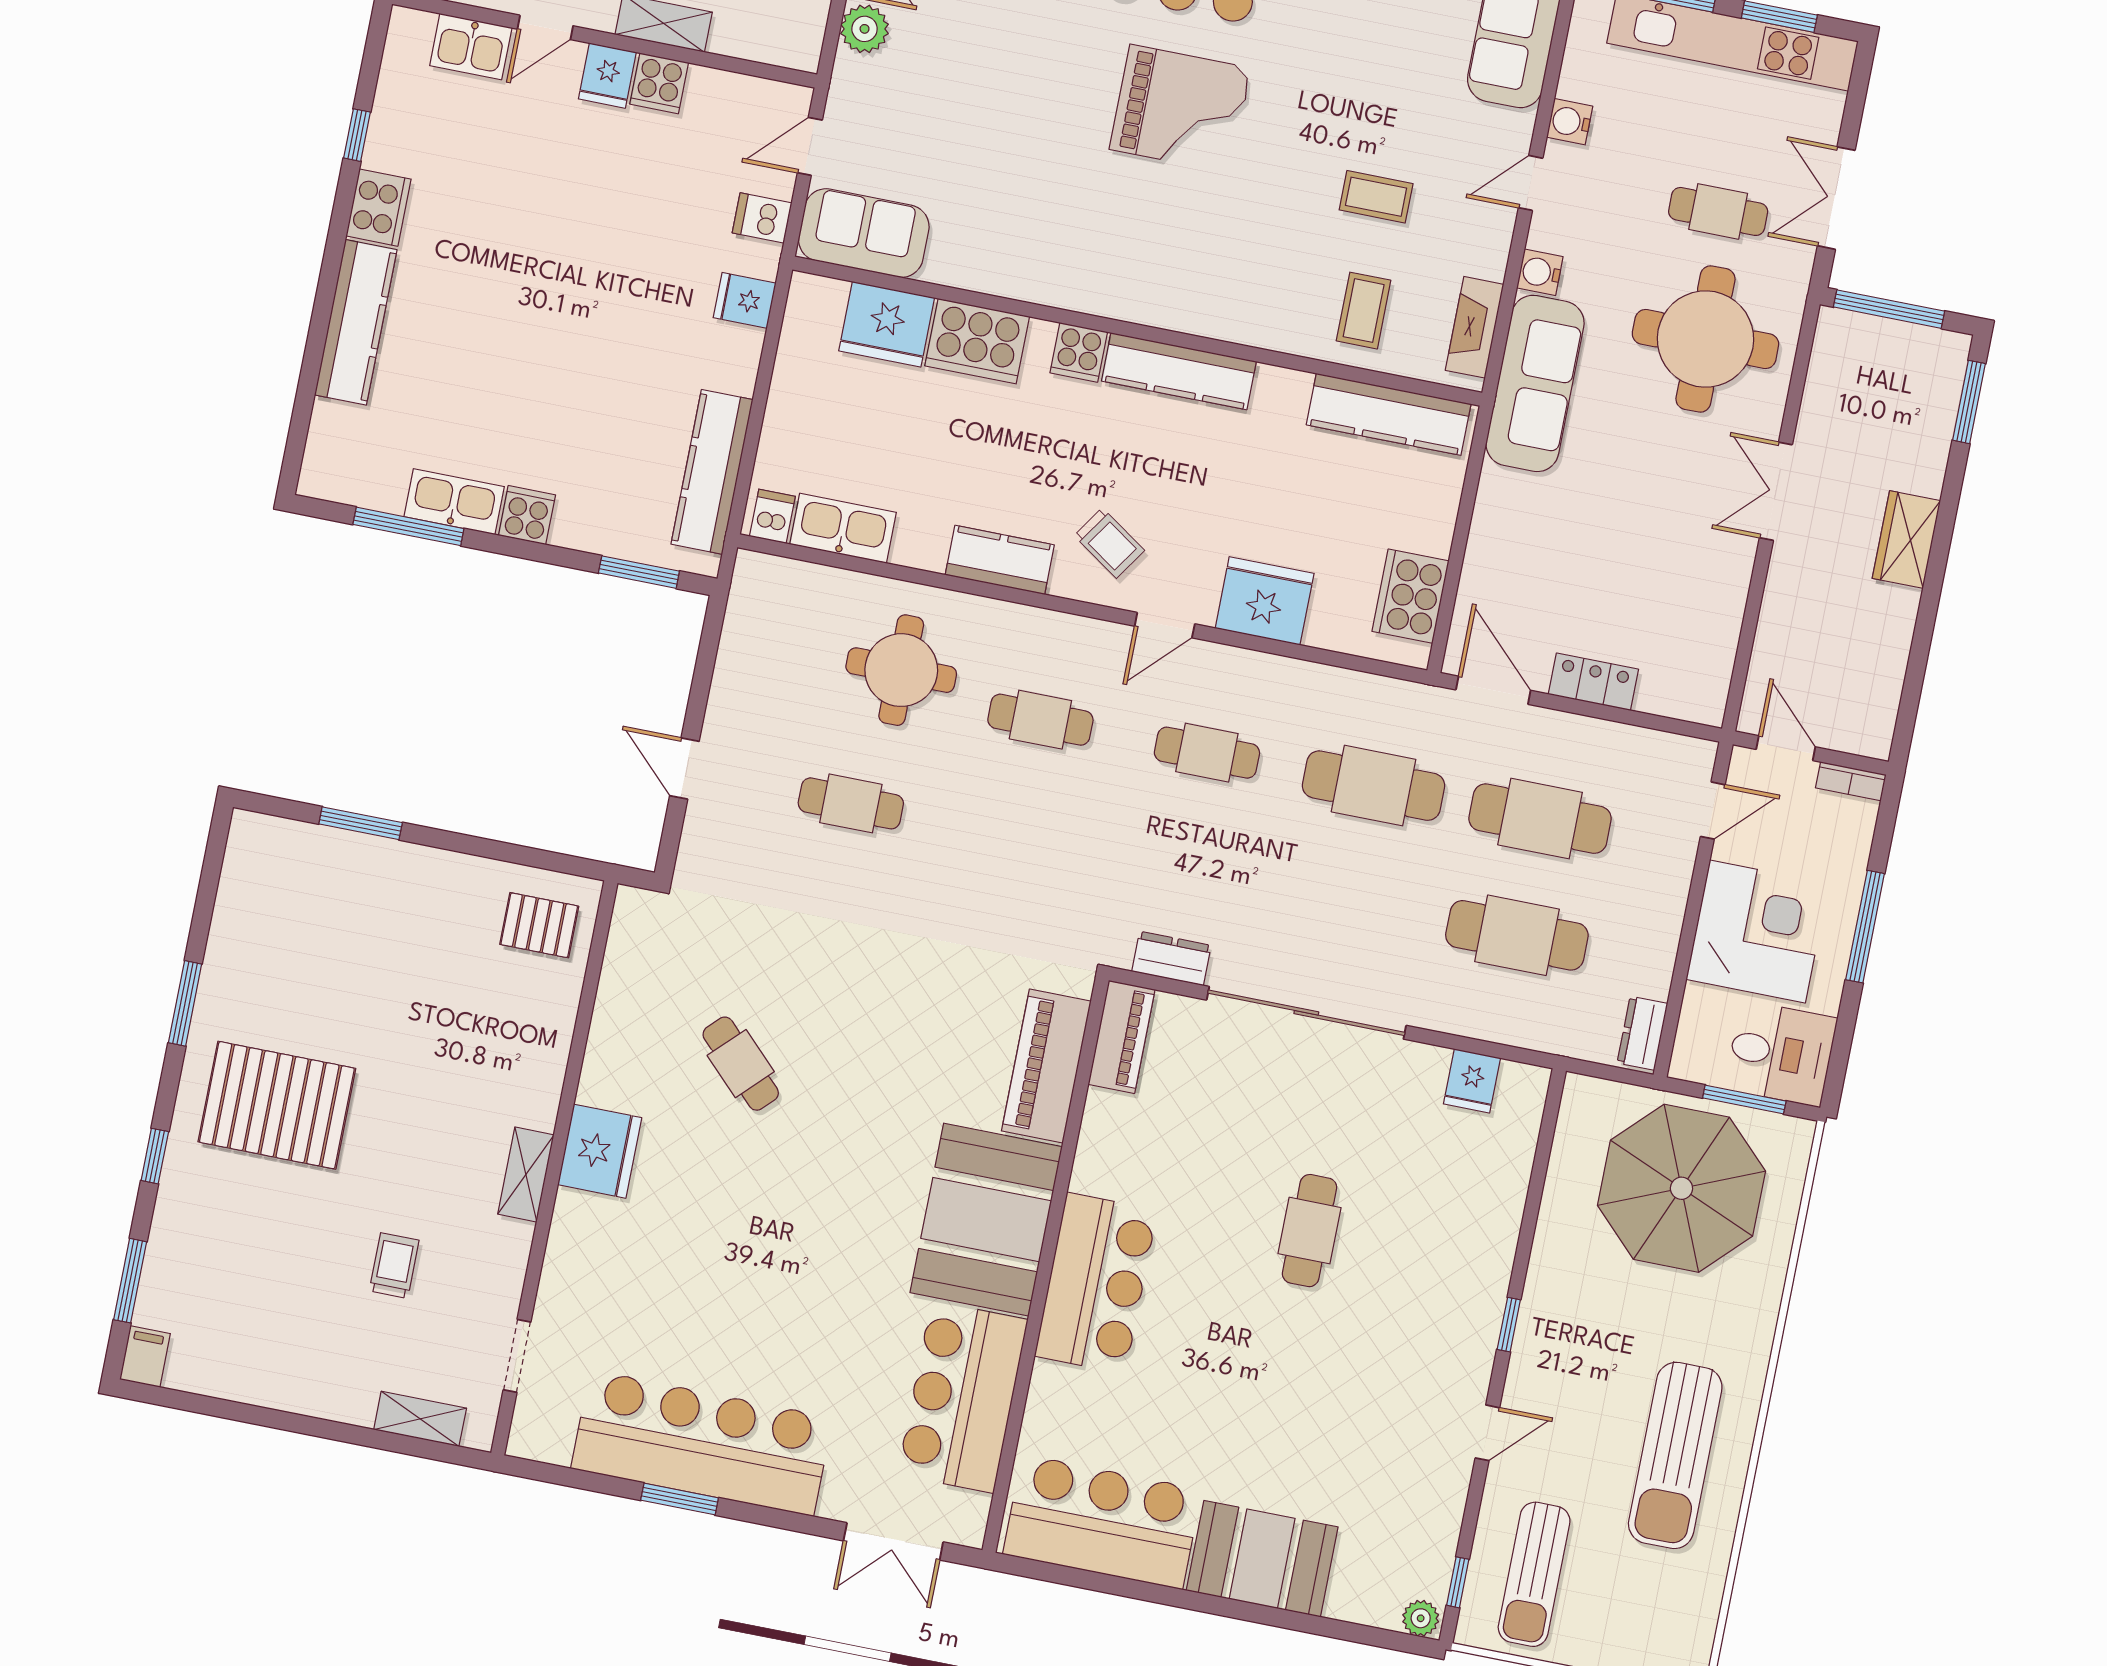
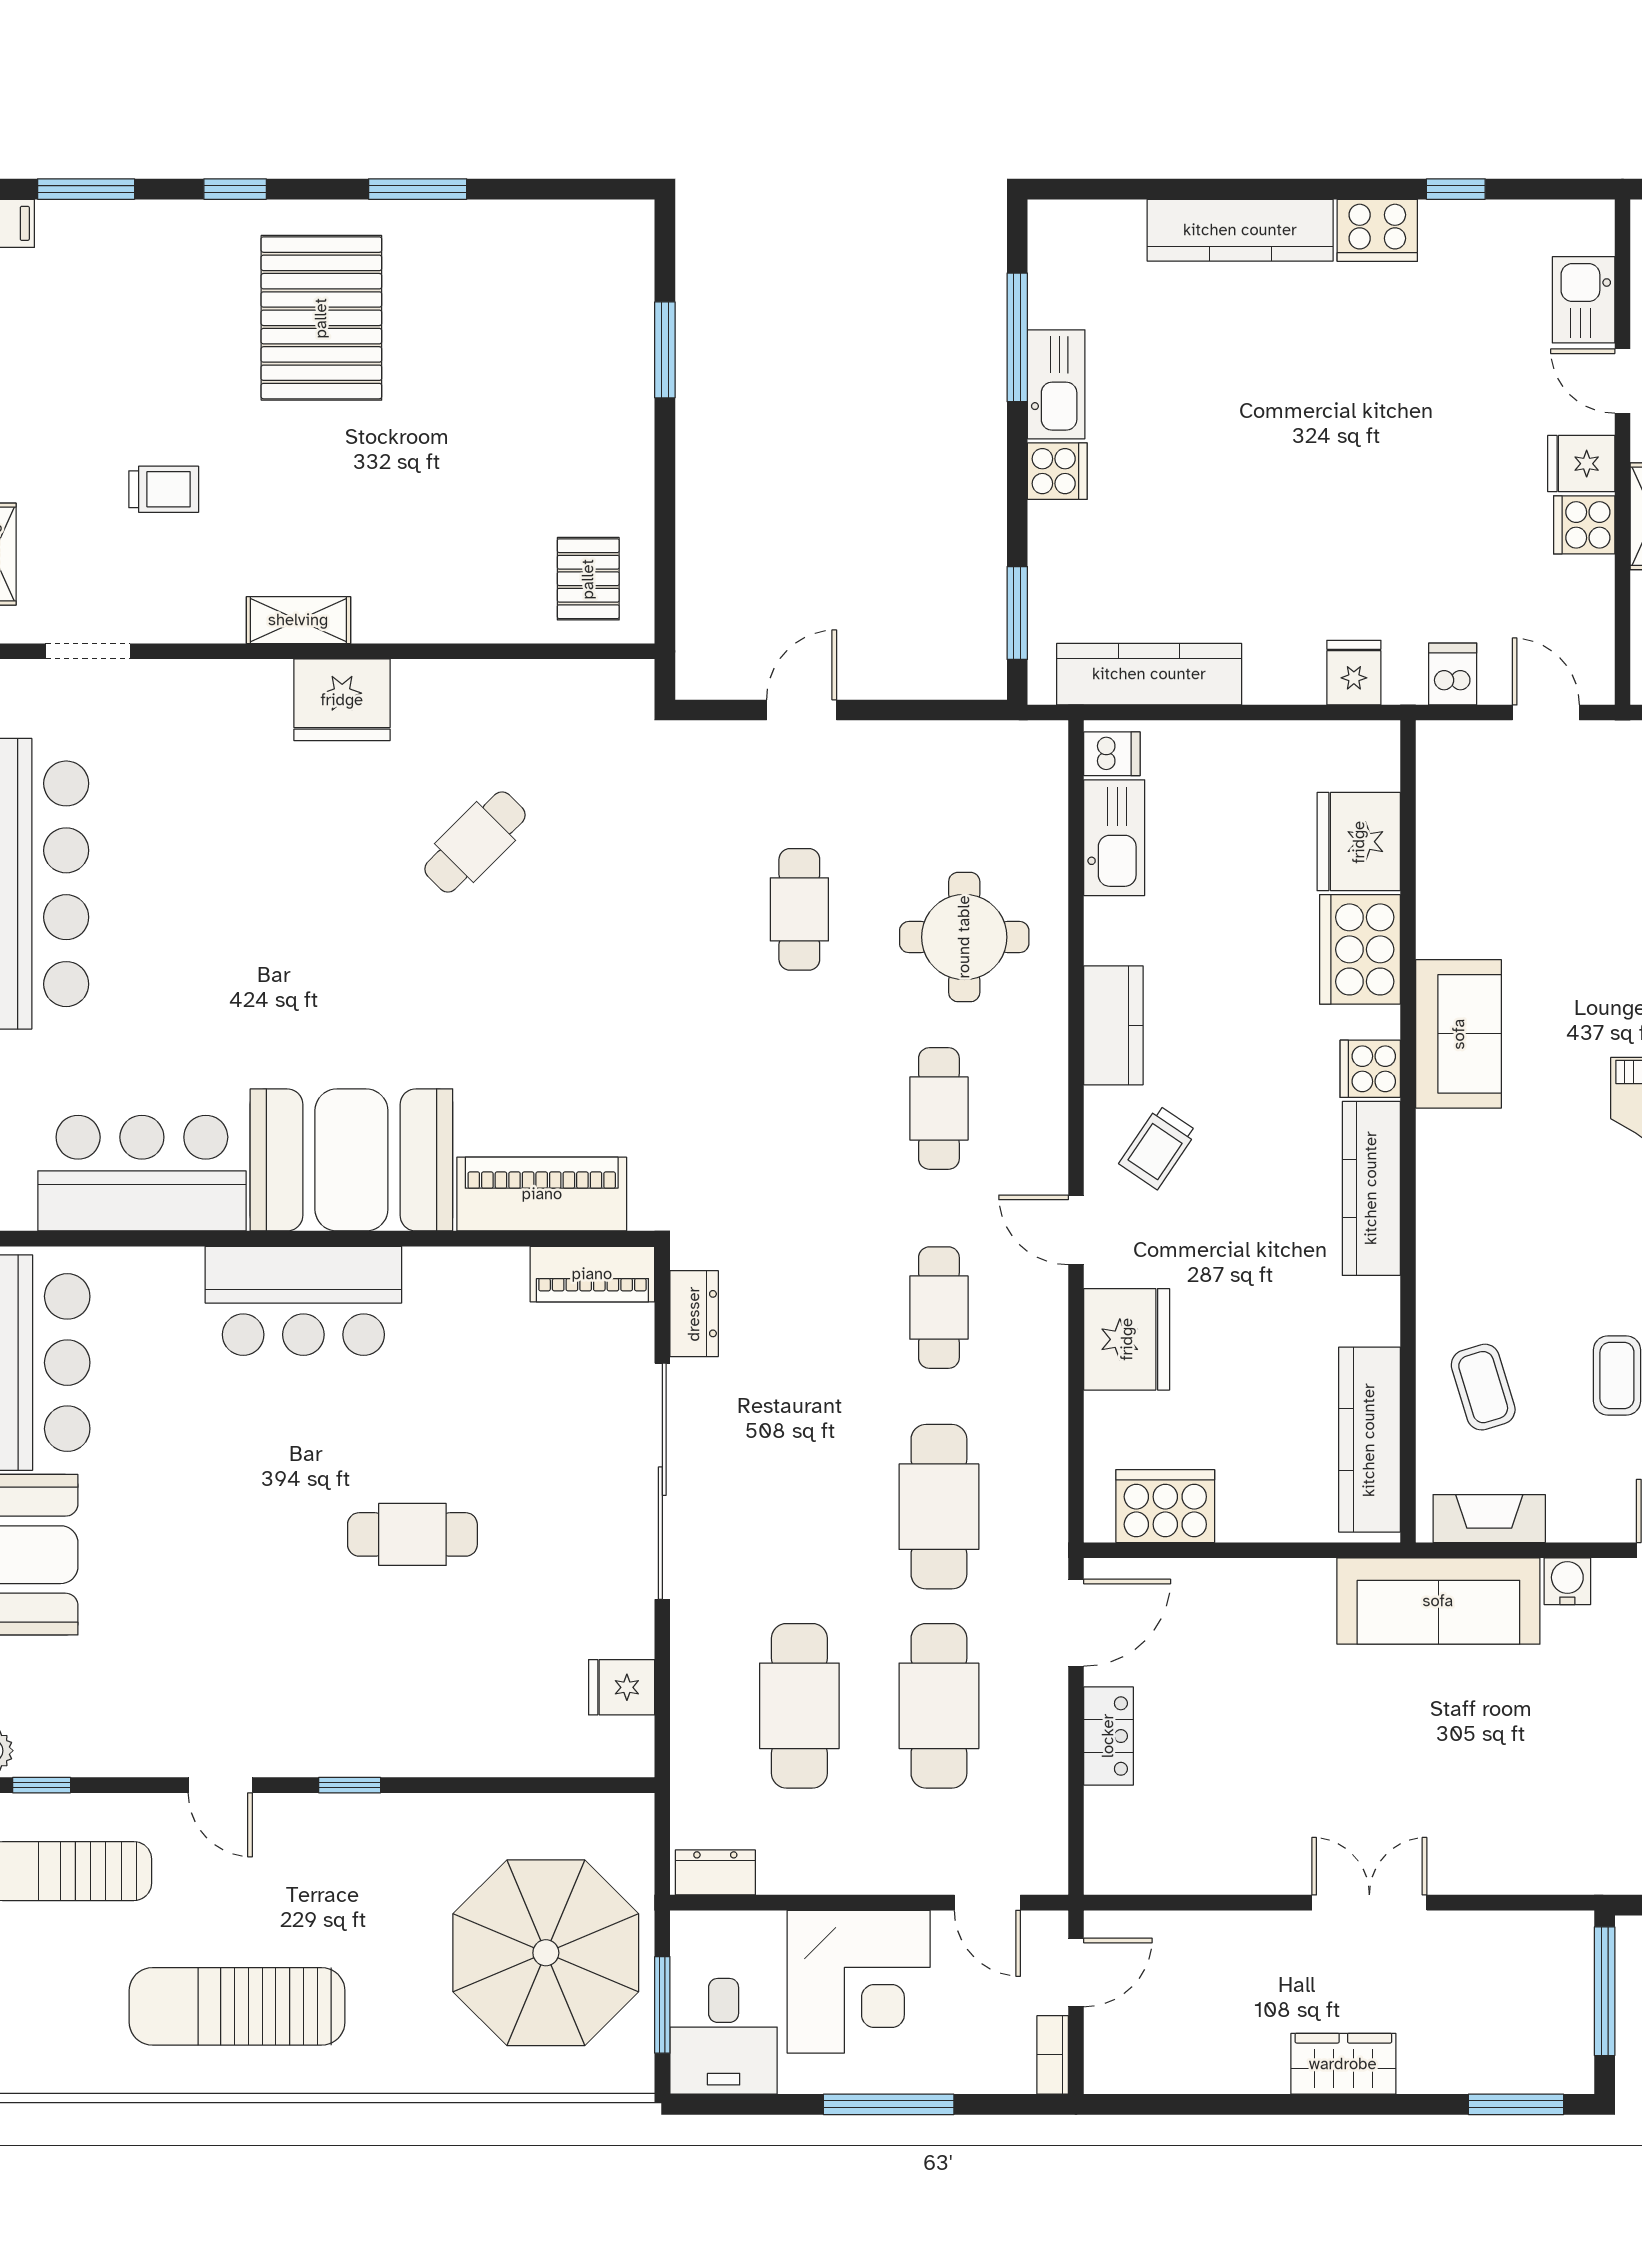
sofa: (864, 233) -> (1459, 1034), moved
coffee table: (1364, 311) -> (1483, 1387), turned 73
round table: (1705, 339) -> (1528, 1787), removed

